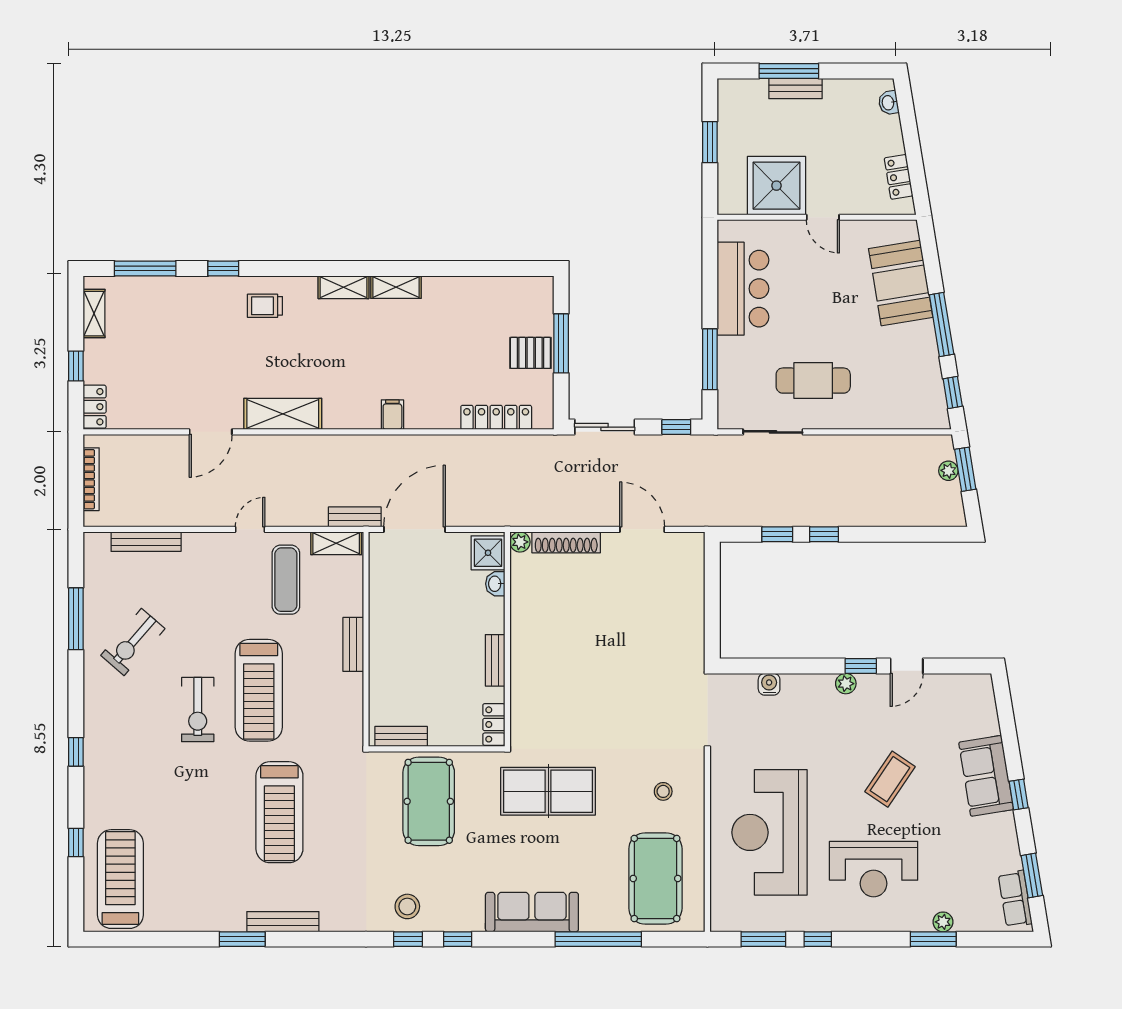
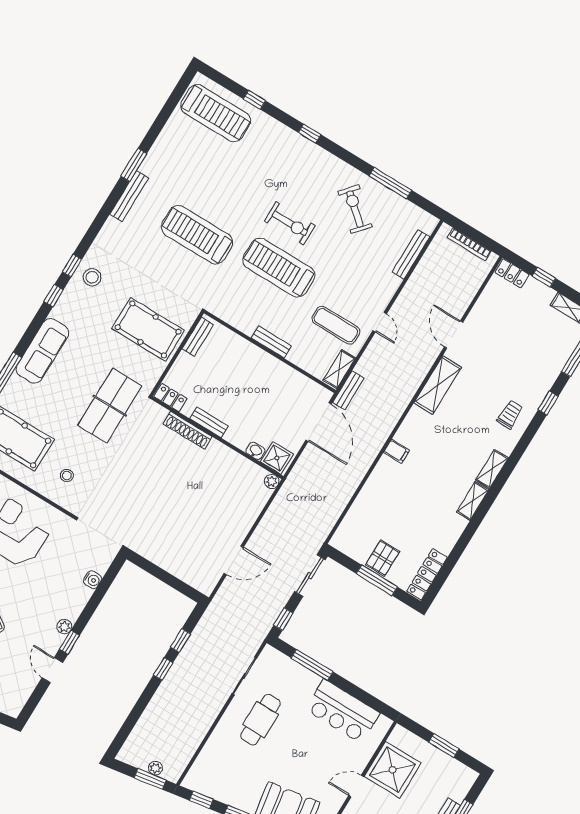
locker: (496, 417) -> (427, 574), moved, turned 180
shoe rack: (566, 542) -> (188, 430), moved, turned -90
exercise bike: (198, 710) -> (290, 223), turned 180

